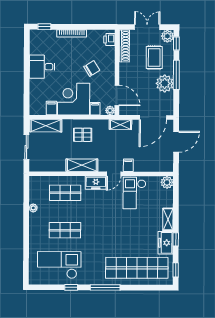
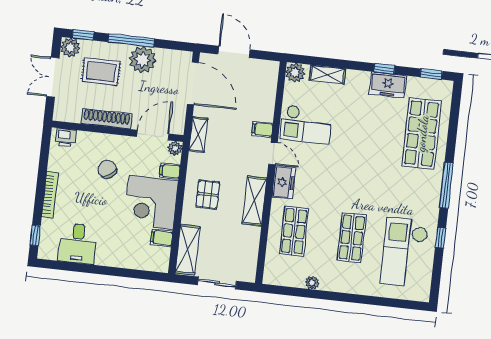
shoe rack: (124, 46) -> (107, 119), moved
desk: (42, 67) -> (78, 243), moved
shelving: (168, 219) -> (327, 75), moved
shop shelf: (137, 268) -> (422, 133), width x0.71

